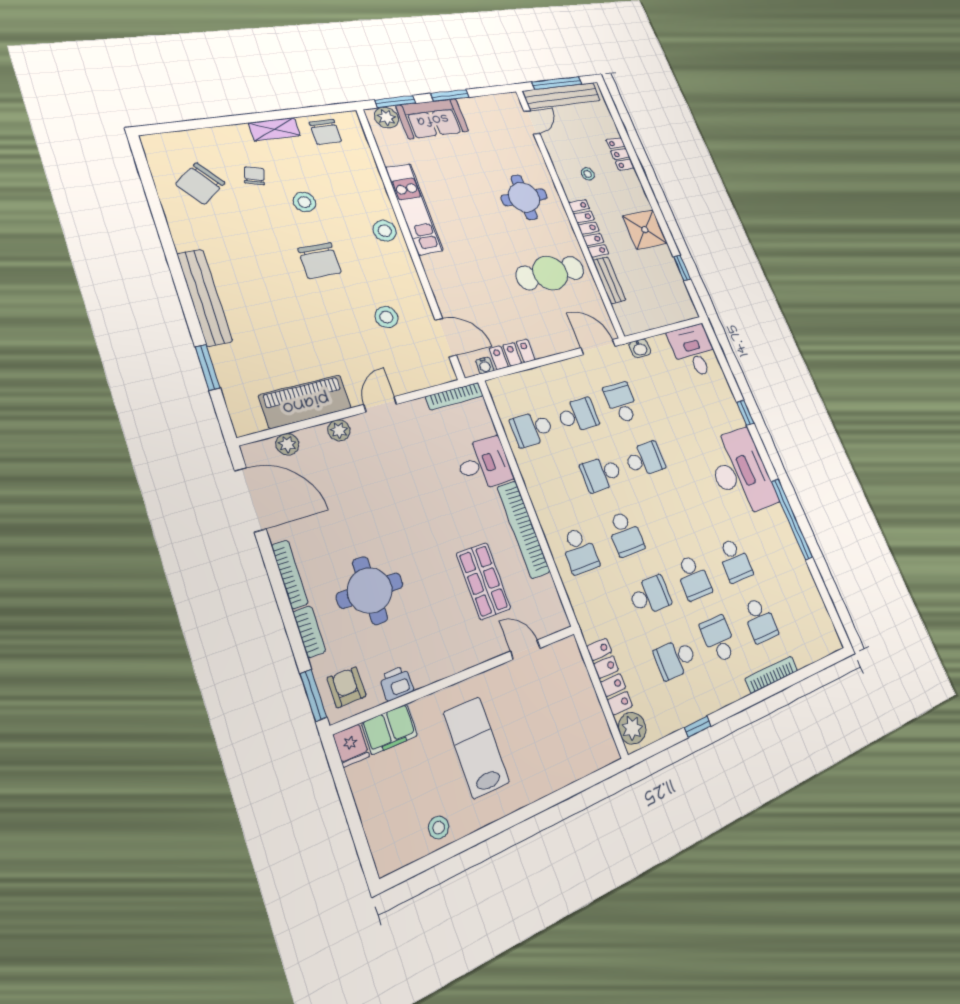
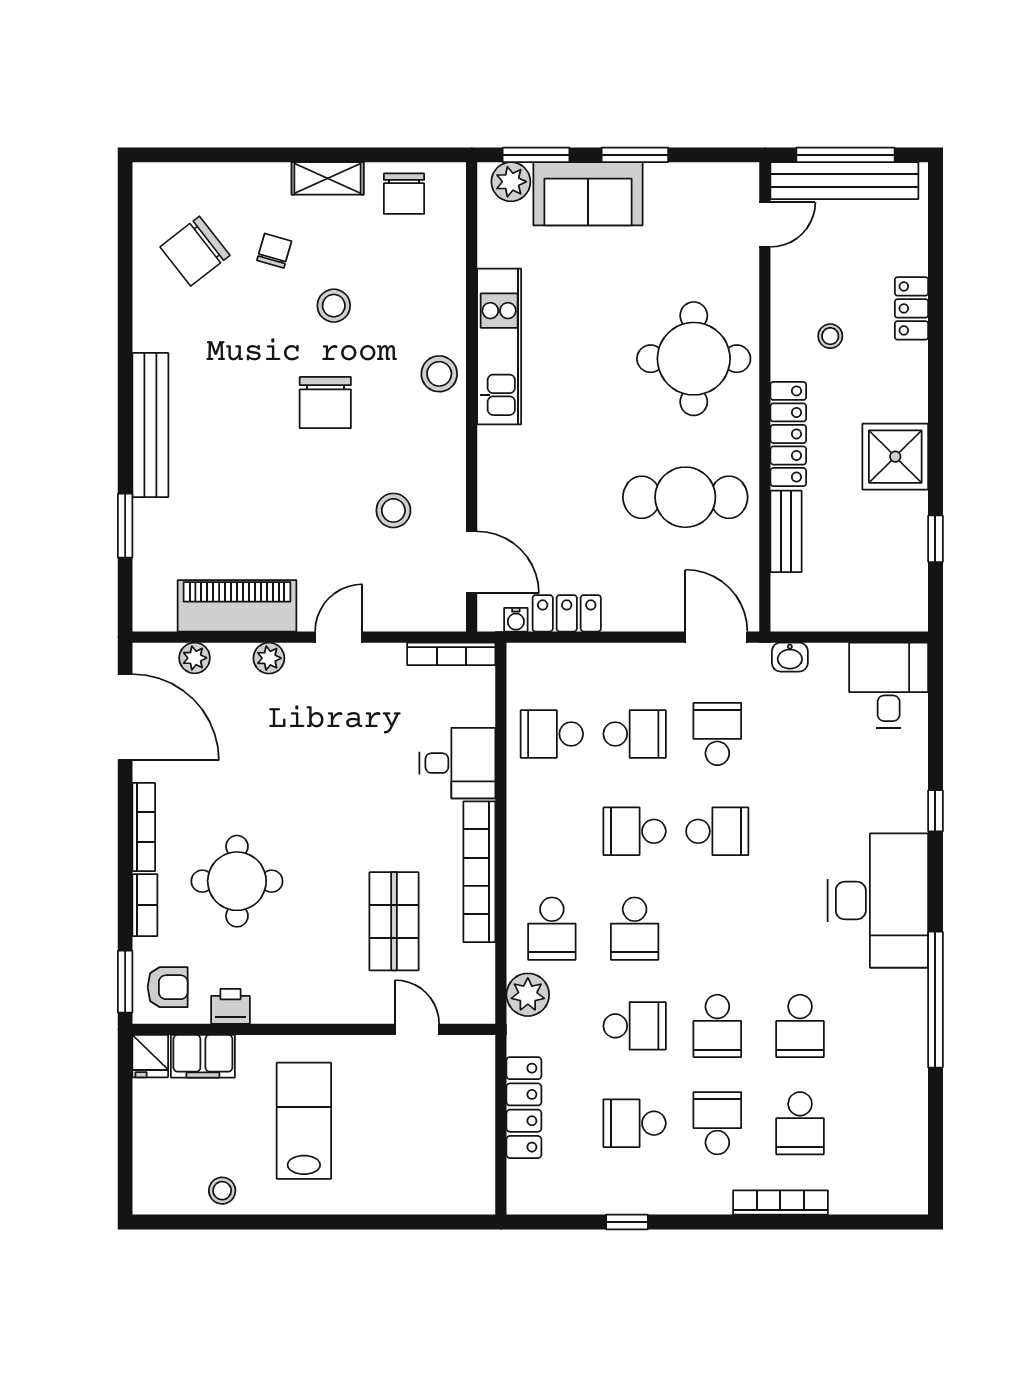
round table: (524, 197) -> (694, 359), width x1.36, depth x1.36
armchair: (347, 687) -> (168, 987), turned 90
plant: (632, 728) -> (528, 995), moved

